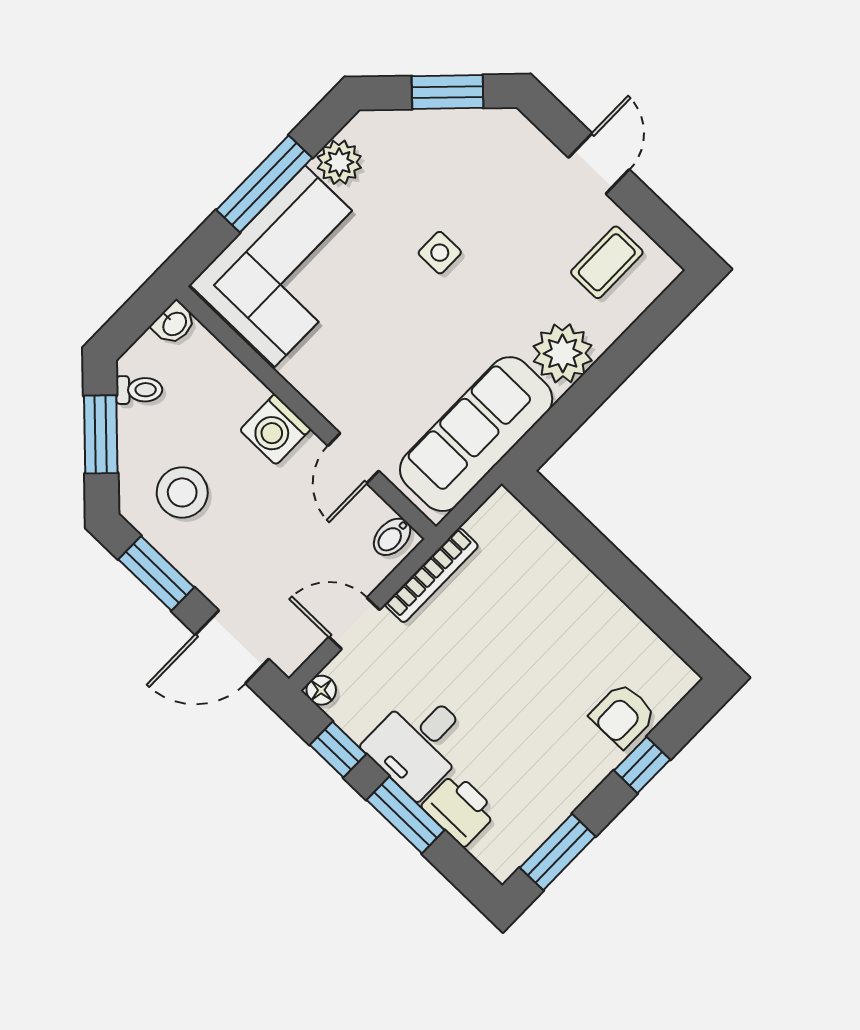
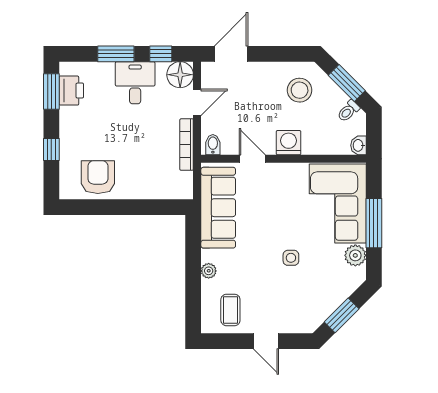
plant: (563, 353) -> (209, 271), width x0.53, depth x0.53
window: (156, 573) -> (282, 54), removed
floor lamp: (321, 690) -> (180, 75), width x1.89, depth x1.89
armchair: (623, 715) -> (98, 177), moved, width x1.38, depth x1.38
printer: (459, 809) -> (71, 91), moved, turned -90

